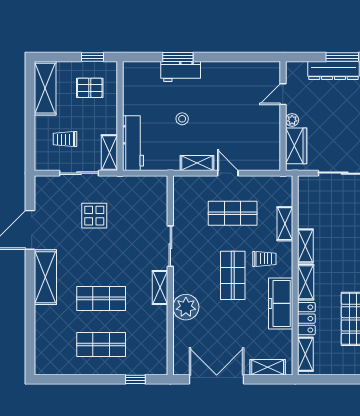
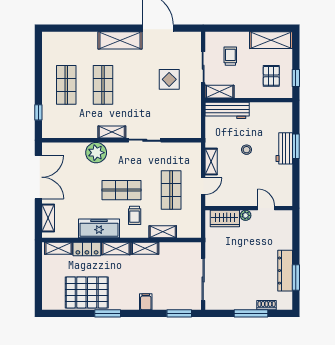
door: (283, 94) -> (266, 208), moved
wall: (283, 116) -> (249, 208), moved
plant: (292, 120) -> (246, 215), moved
wardrobe: (296, 146) -> (225, 219), moved

